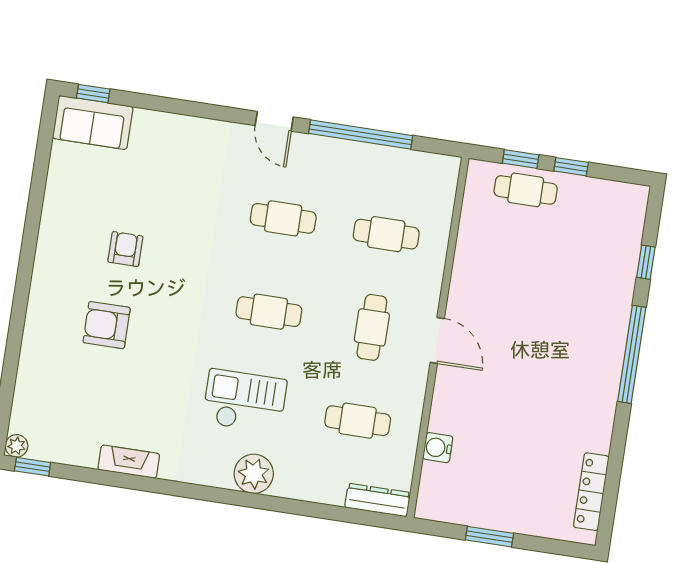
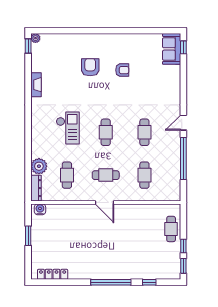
window: (521, 159) -> (183, 266), moved
door: (437, 340) -> (104, 202), hinge flipped
water cooler: (438, 448) -> (40, 209), moved
plant: (254, 474) -> (39, 166), moved

